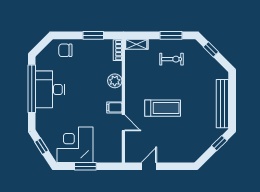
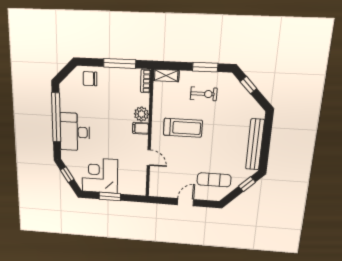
window: (93, 35) -> (120, 63), width x1.44
desk: (50, 89) -> (75, 132), moved
filing cabinet: (114, 107) -> (141, 128), moved
treadmill: (163, 108) -> (183, 128), moved
exercise mat: (188, 141) -> (214, 180), added
door: (149, 166) -> (185, 202), moved

